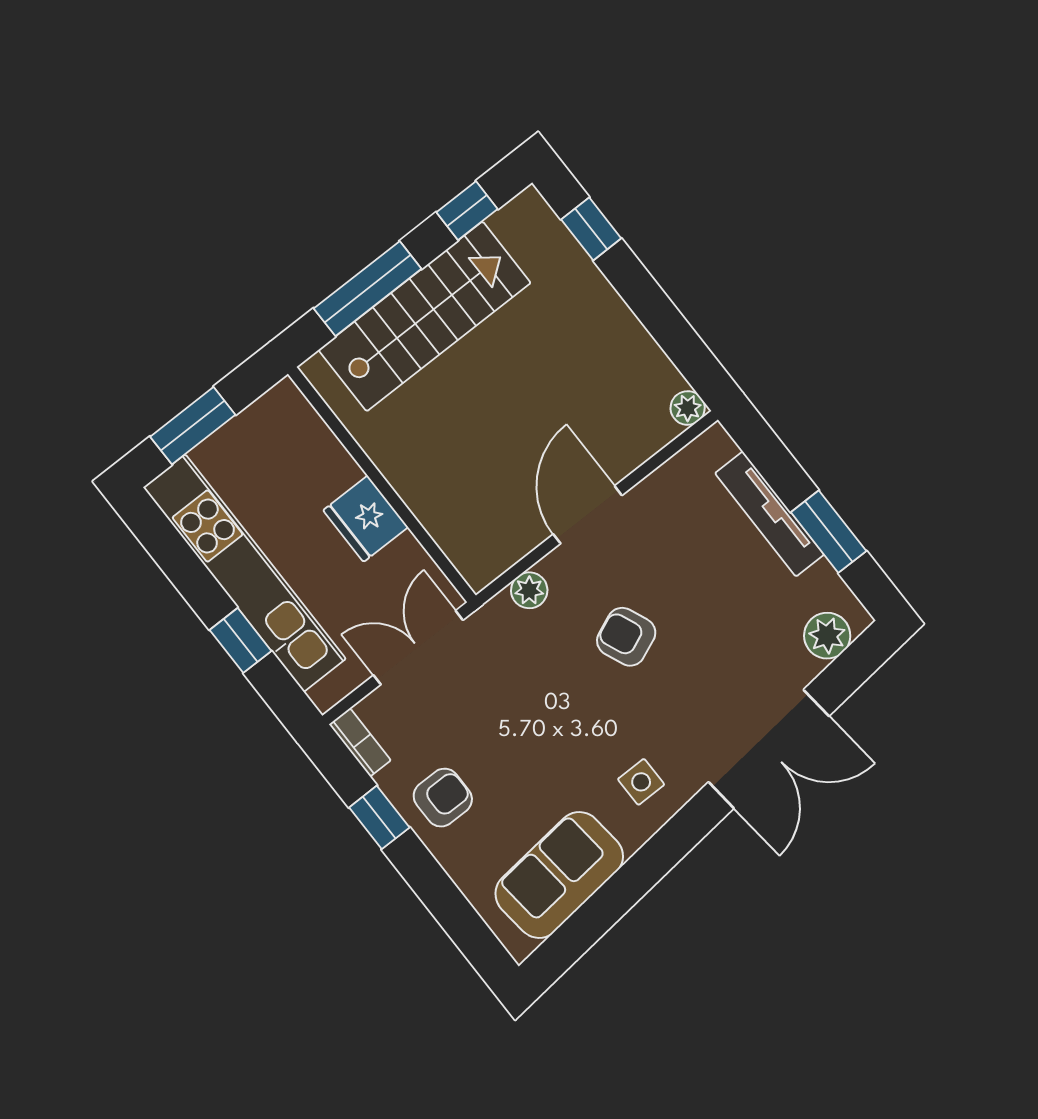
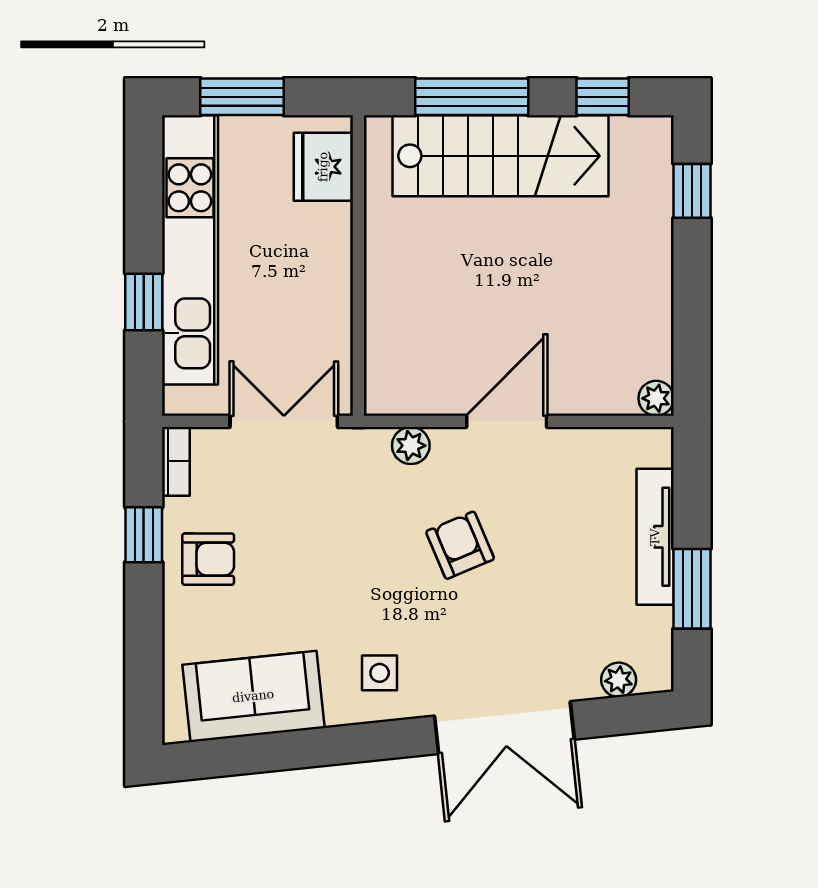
fridge: (366, 519) -> (323, 167), moved
plant: (827, 636) -> (619, 680), width x0.73, depth x0.73

